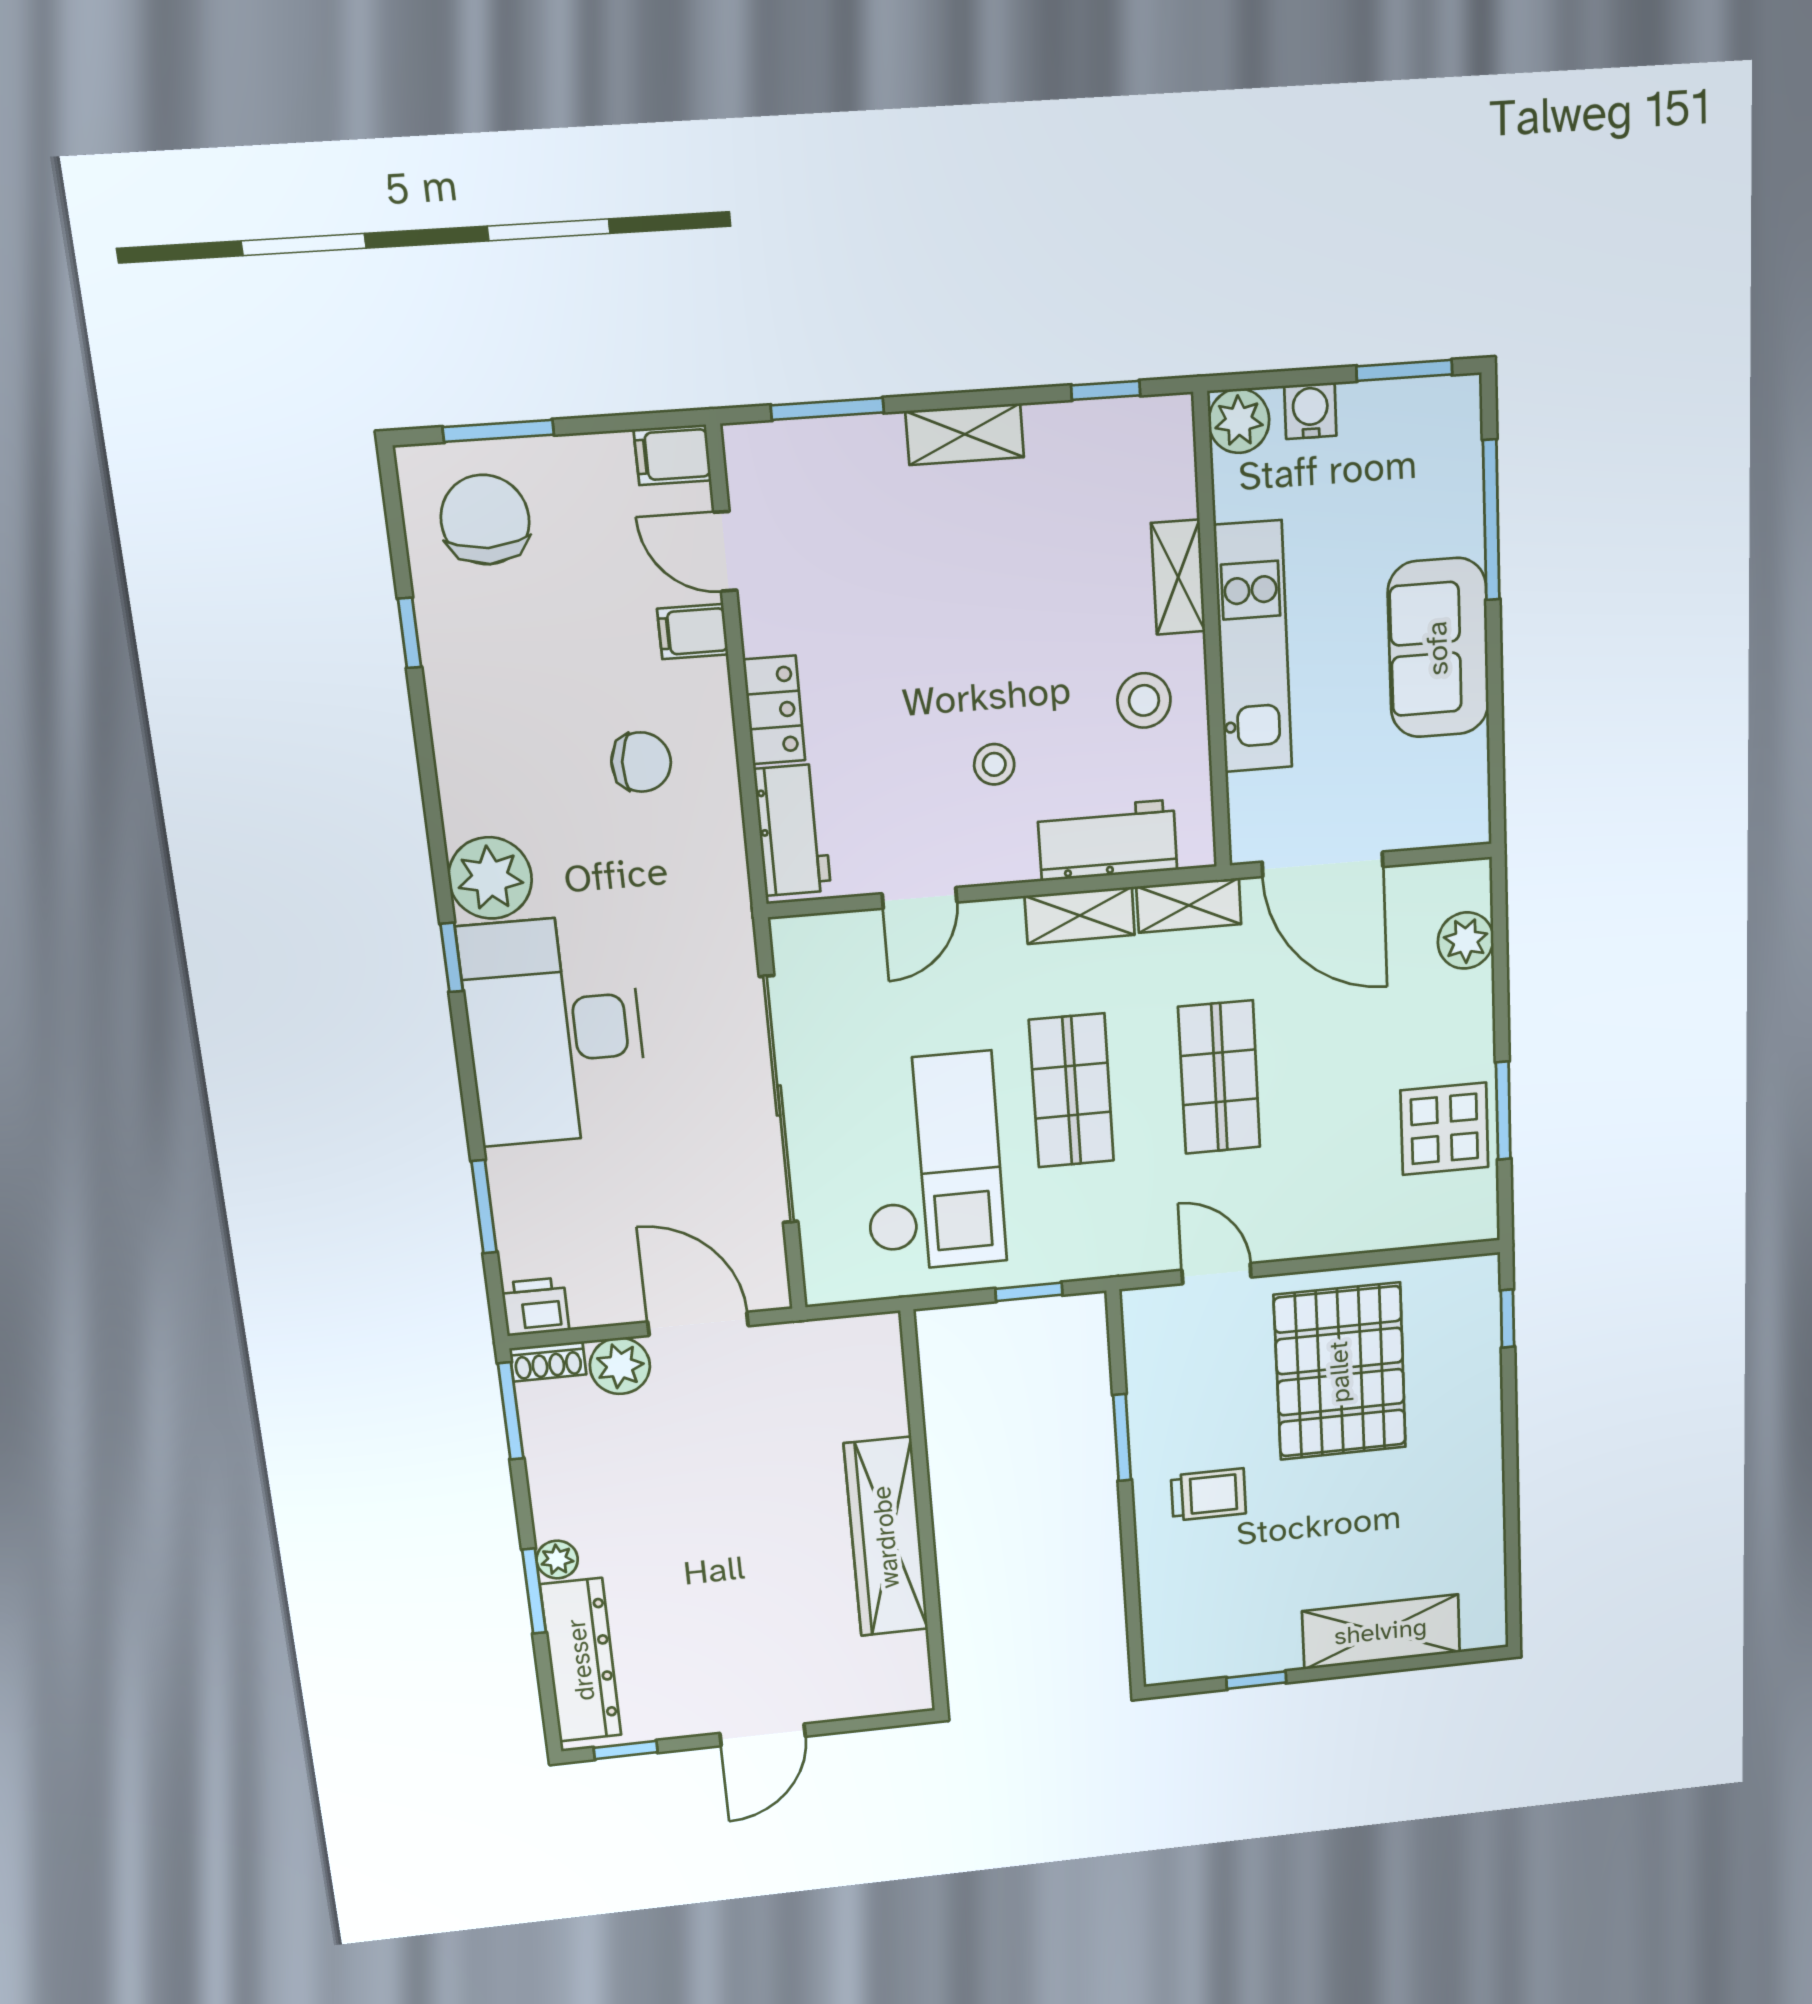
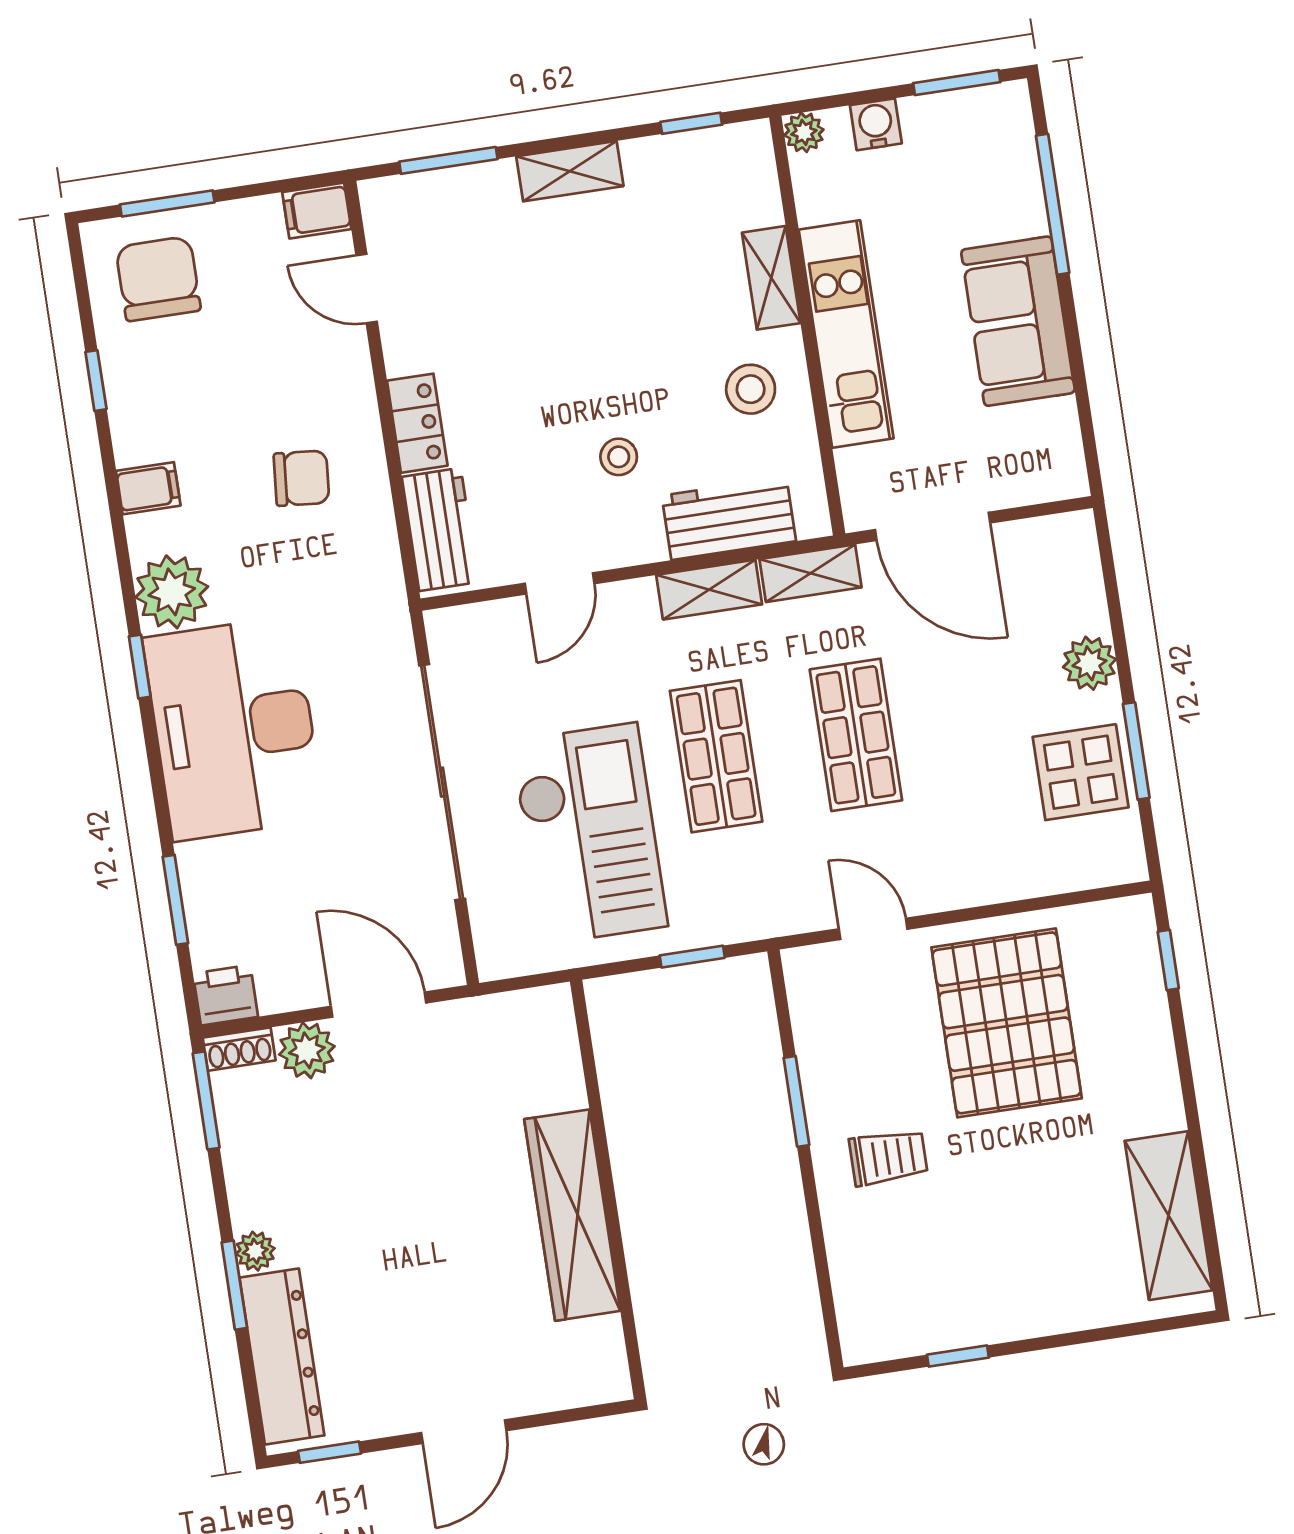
plant: (1239, 421) -> (804, 132), width x0.73, depth x0.73
filing cabinet: (693, 632) -> (148, 488), moved, turned 180
plant: (1466, 941) -> (1089, 663), moved
shelving: (1381, 1632) -> (1169, 1216), moved, turned 90

